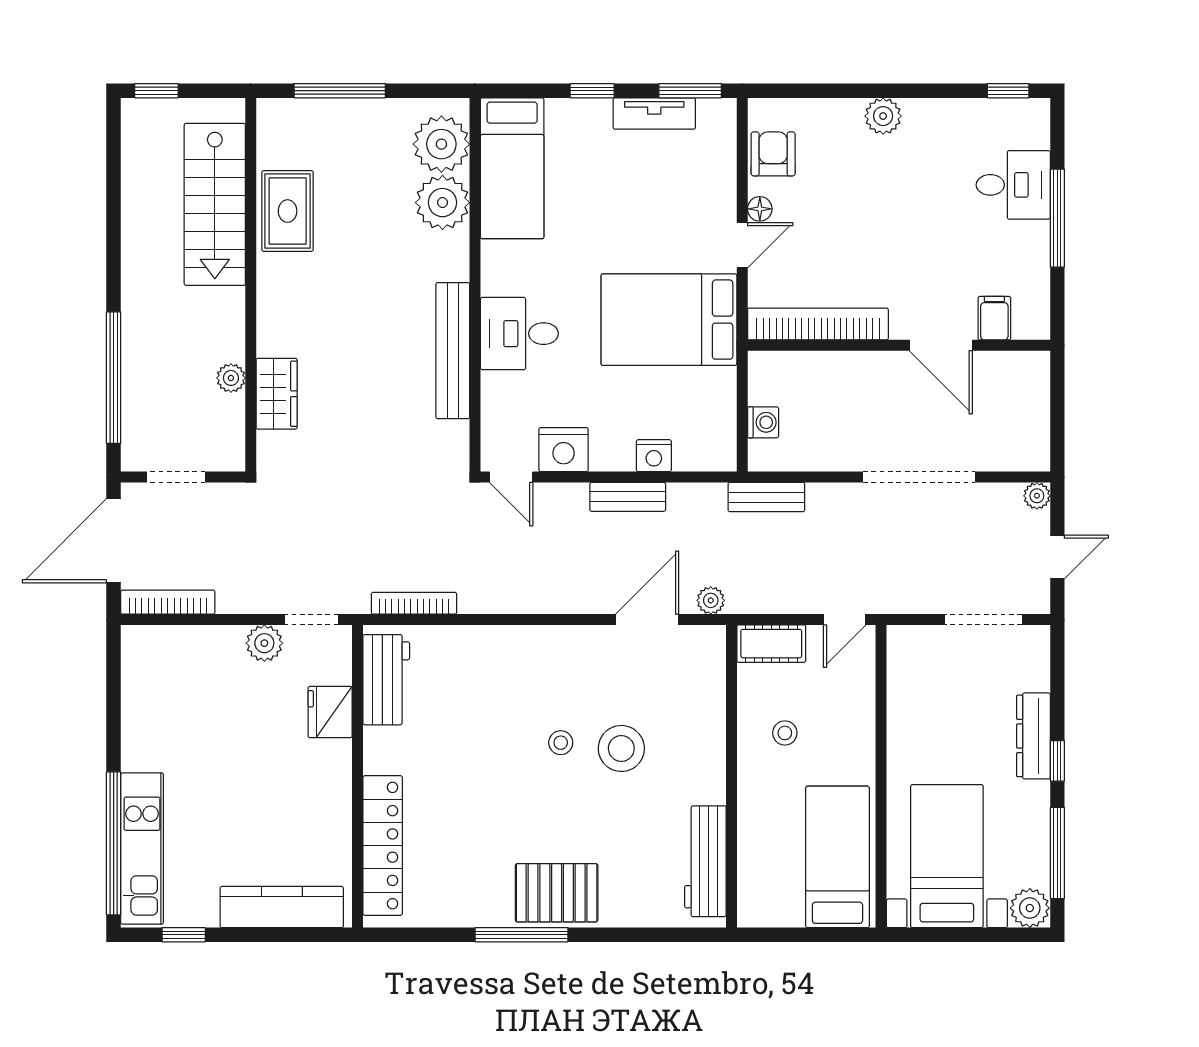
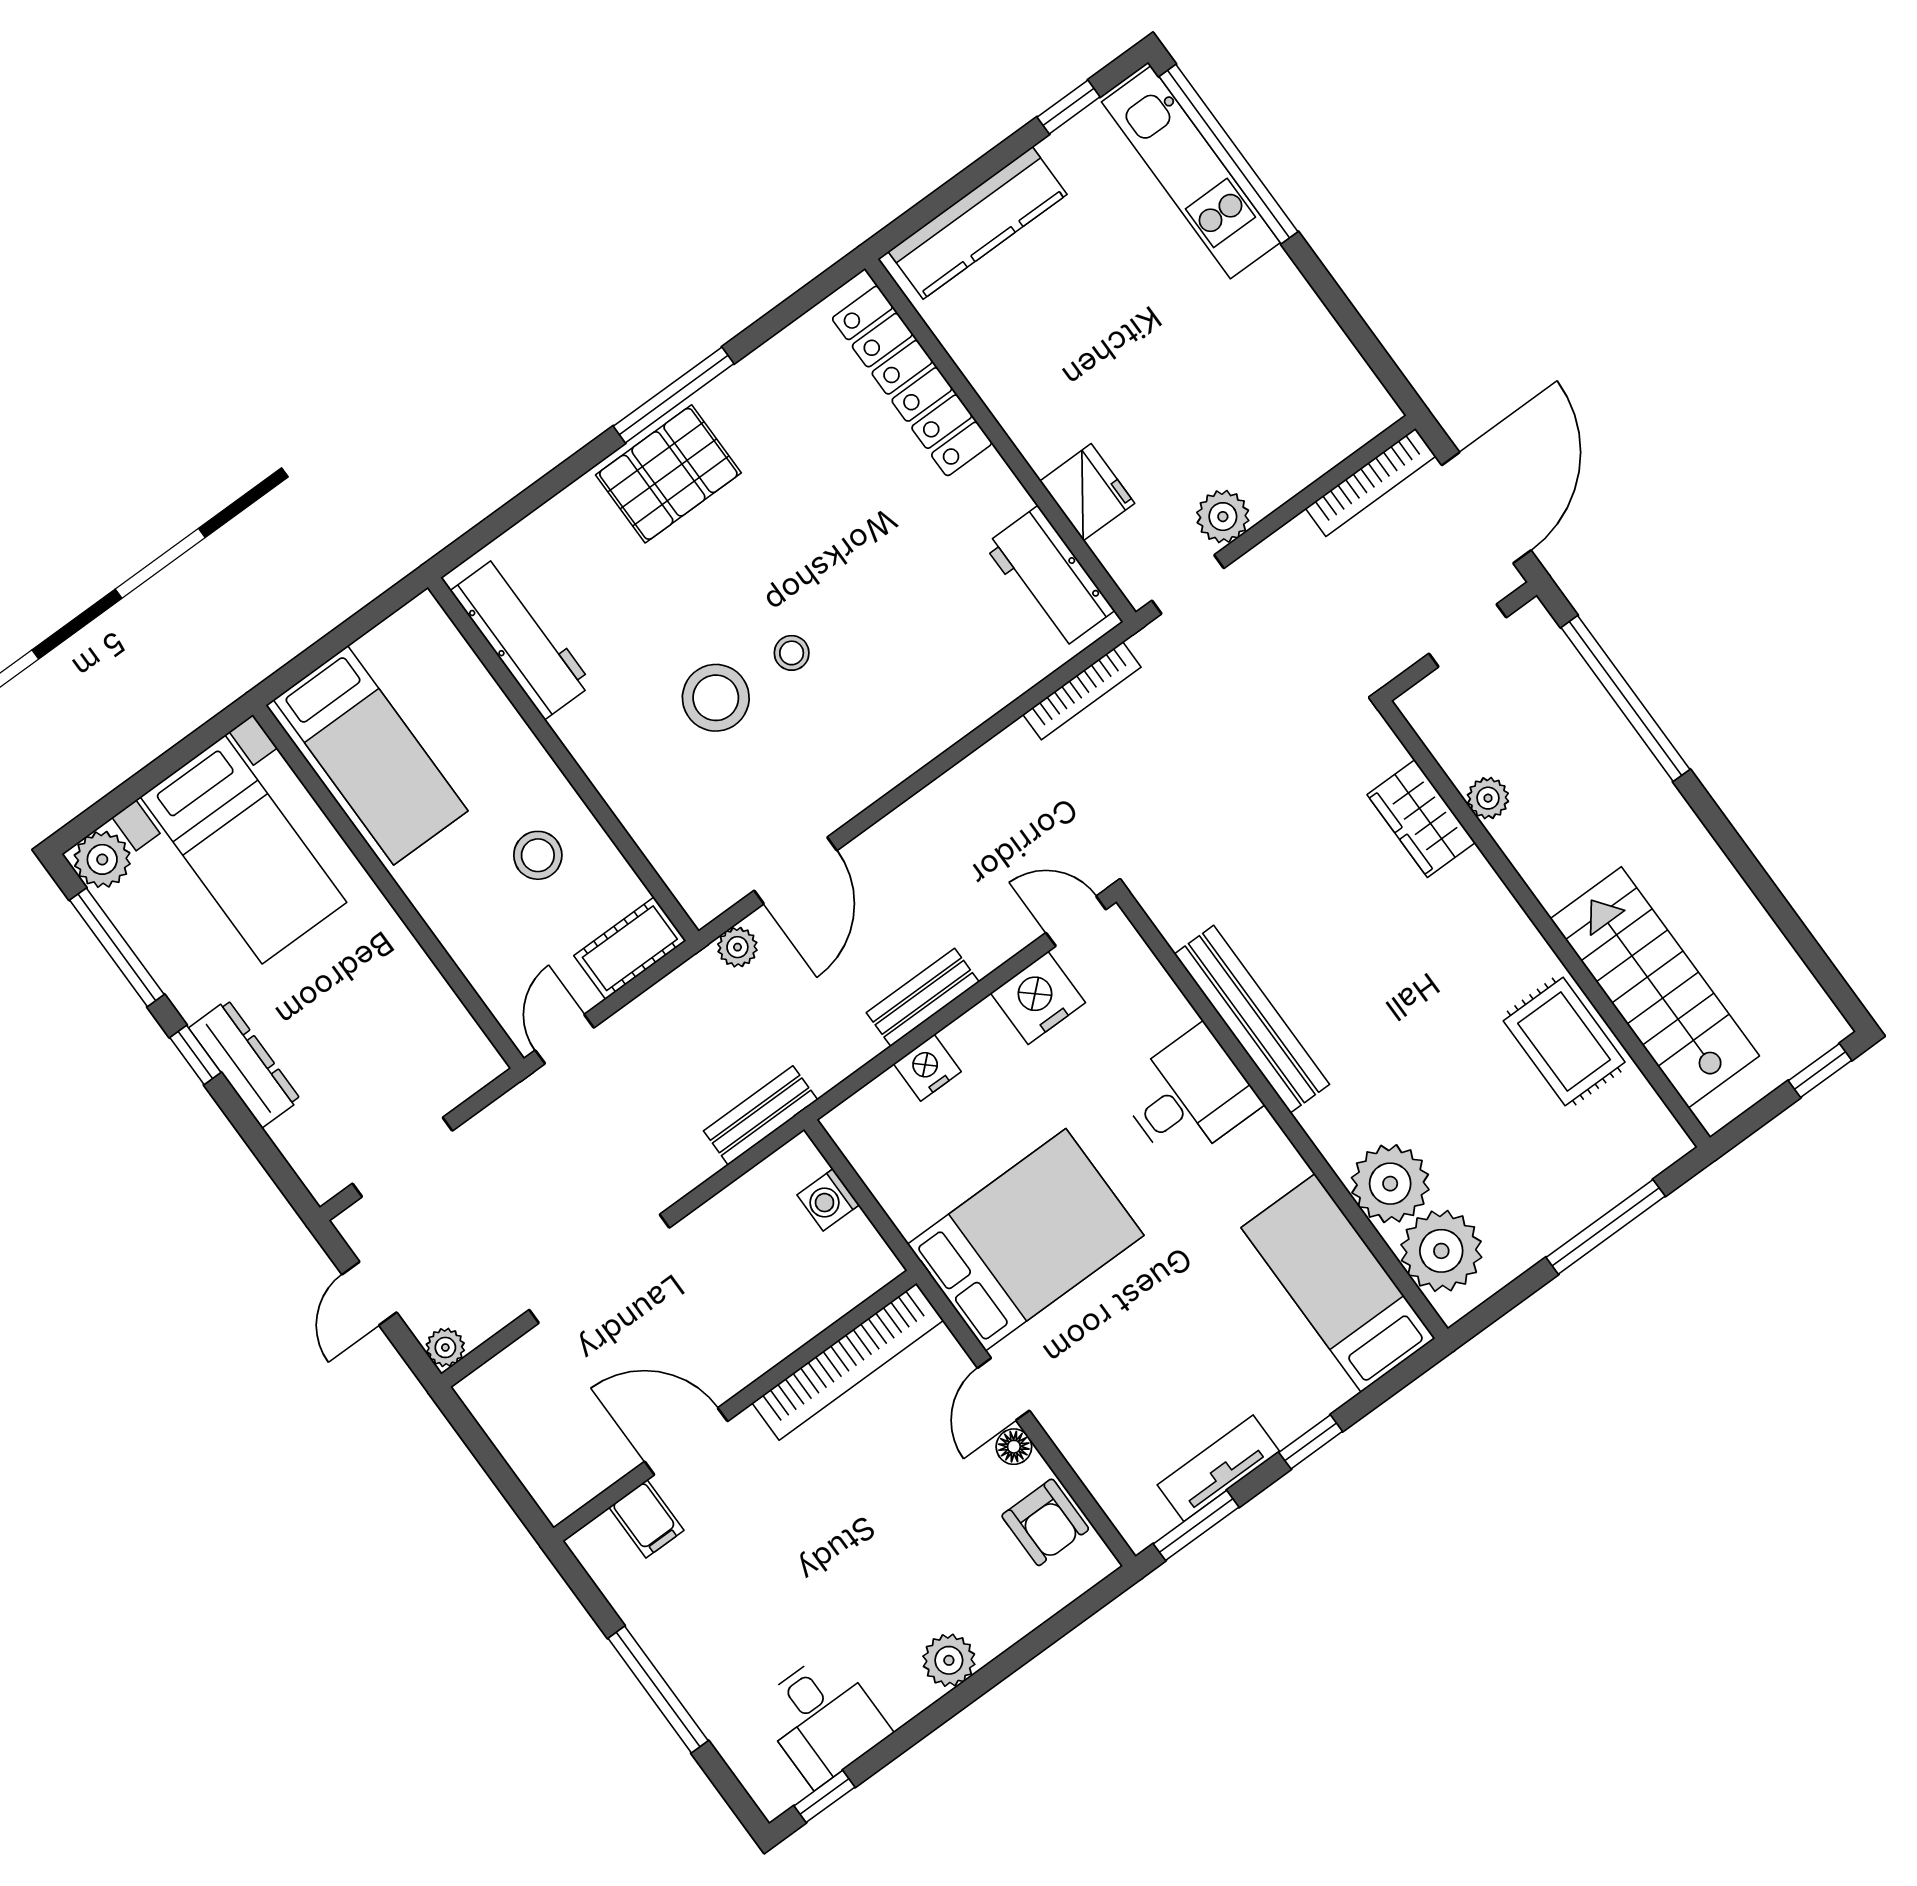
desk: (1013, 185) -> (823, 1719), moved, turned -90
stool: (785, 733) -> (538, 855), width x1.37, depth x1.37

